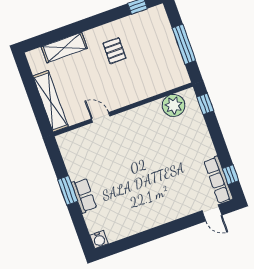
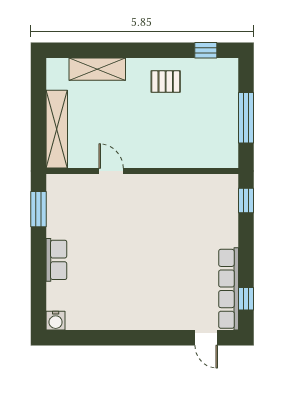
pallet: (114, 51) -> (166, 82), moved, turned 90
plant: (174, 105) -> (206, 189), removed
row of seats: (218, 180) -> (229, 289), width x1.36
window: (68, 190) -> (38, 209), moved

